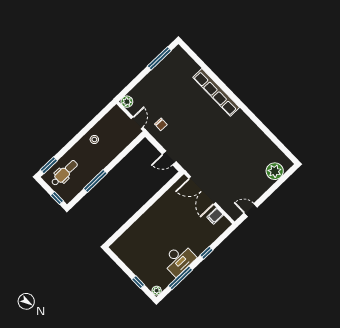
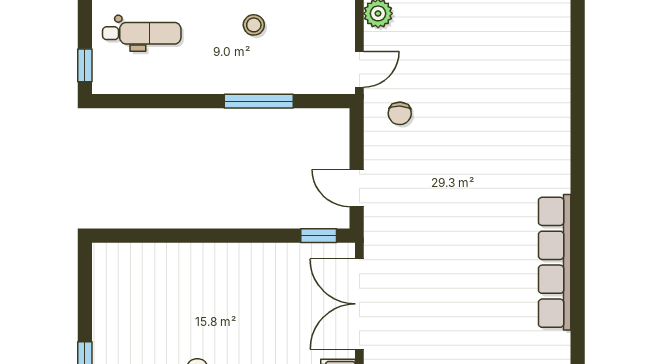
row of seats: (216, 92) -> (555, 262), moved
window: (95, 181) -> (259, 101), moved
window: (172, 182) -> (319, 236), added

